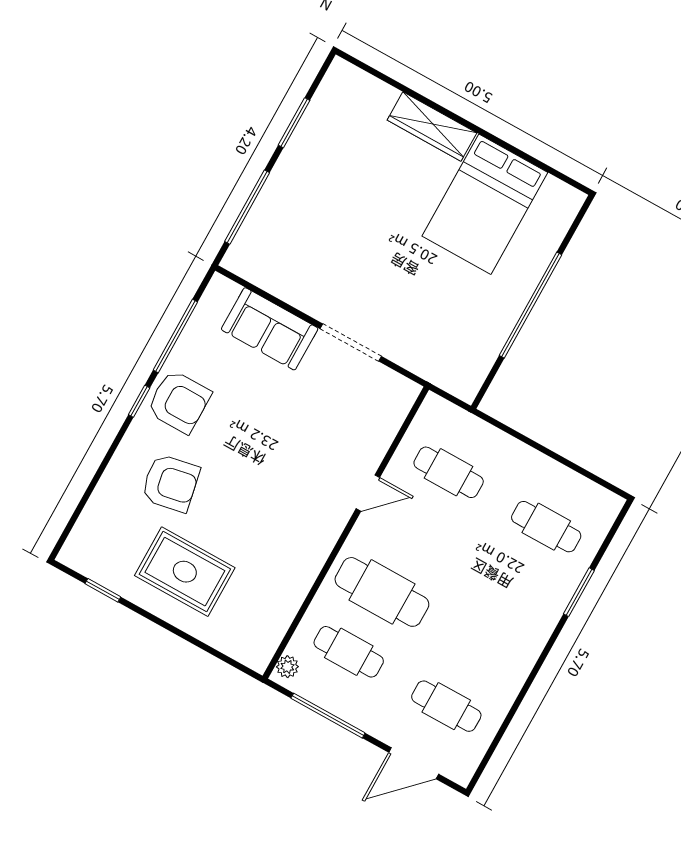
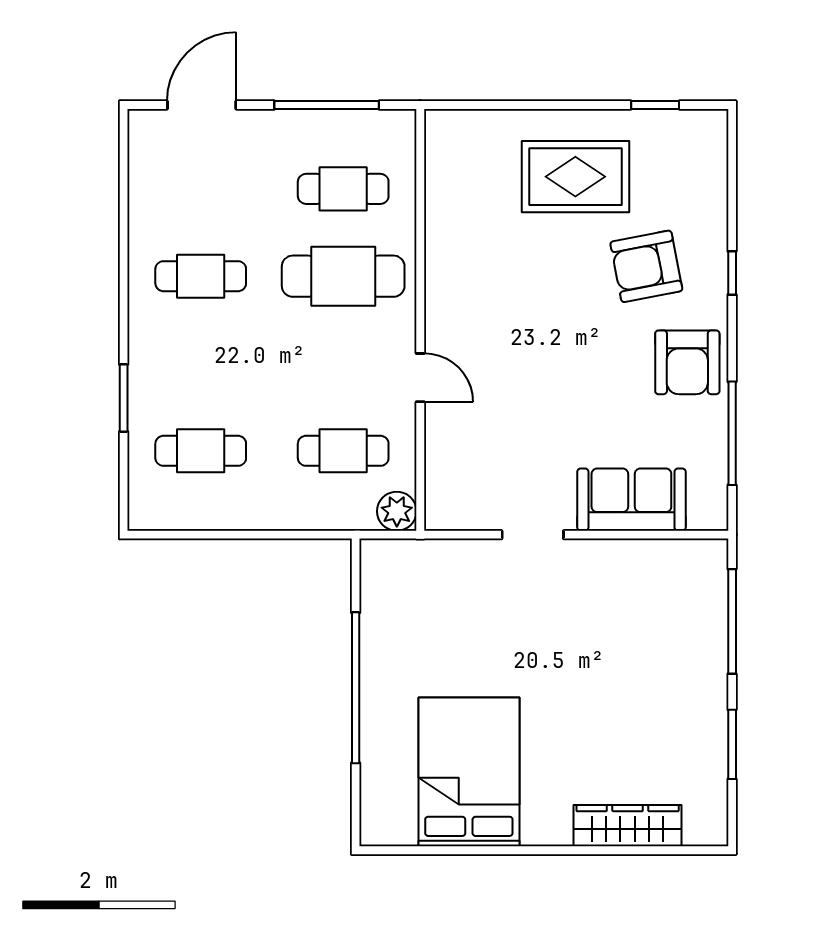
wardrobe: (432, 127) -> (628, 826), moved
doorway: (351, 343) -> (533, 535), width x0.73
window: (139, 401) -> (732, 273), moved
armchair: (179, 402) -> (687, 362), turned -90
door: (368, 493) -> (420, 378), swing flipped
plant: (287, 667) -> (397, 511), moved, width x1.38, depth x1.38
cafe table: (446, 706) -> (201, 276), moved

